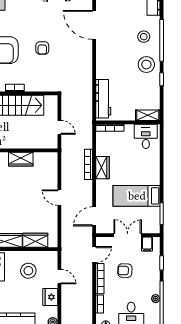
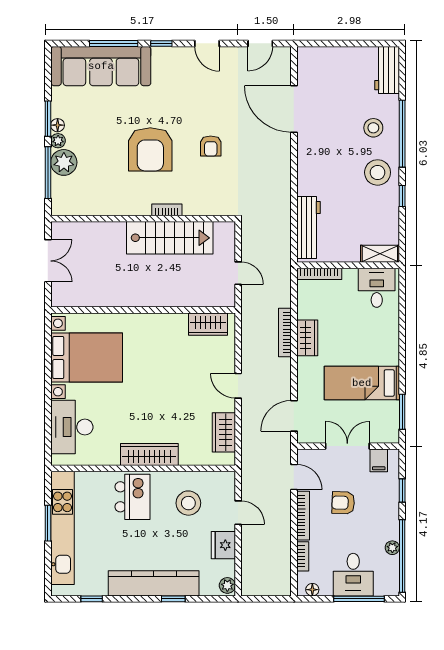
wardrobe: (21, 159) -> (208, 324), moved
wardrobe: (35, 240) -> (224, 432), moved, turned -90
door: (94, 254) -> (294, 477), hinge flipped

